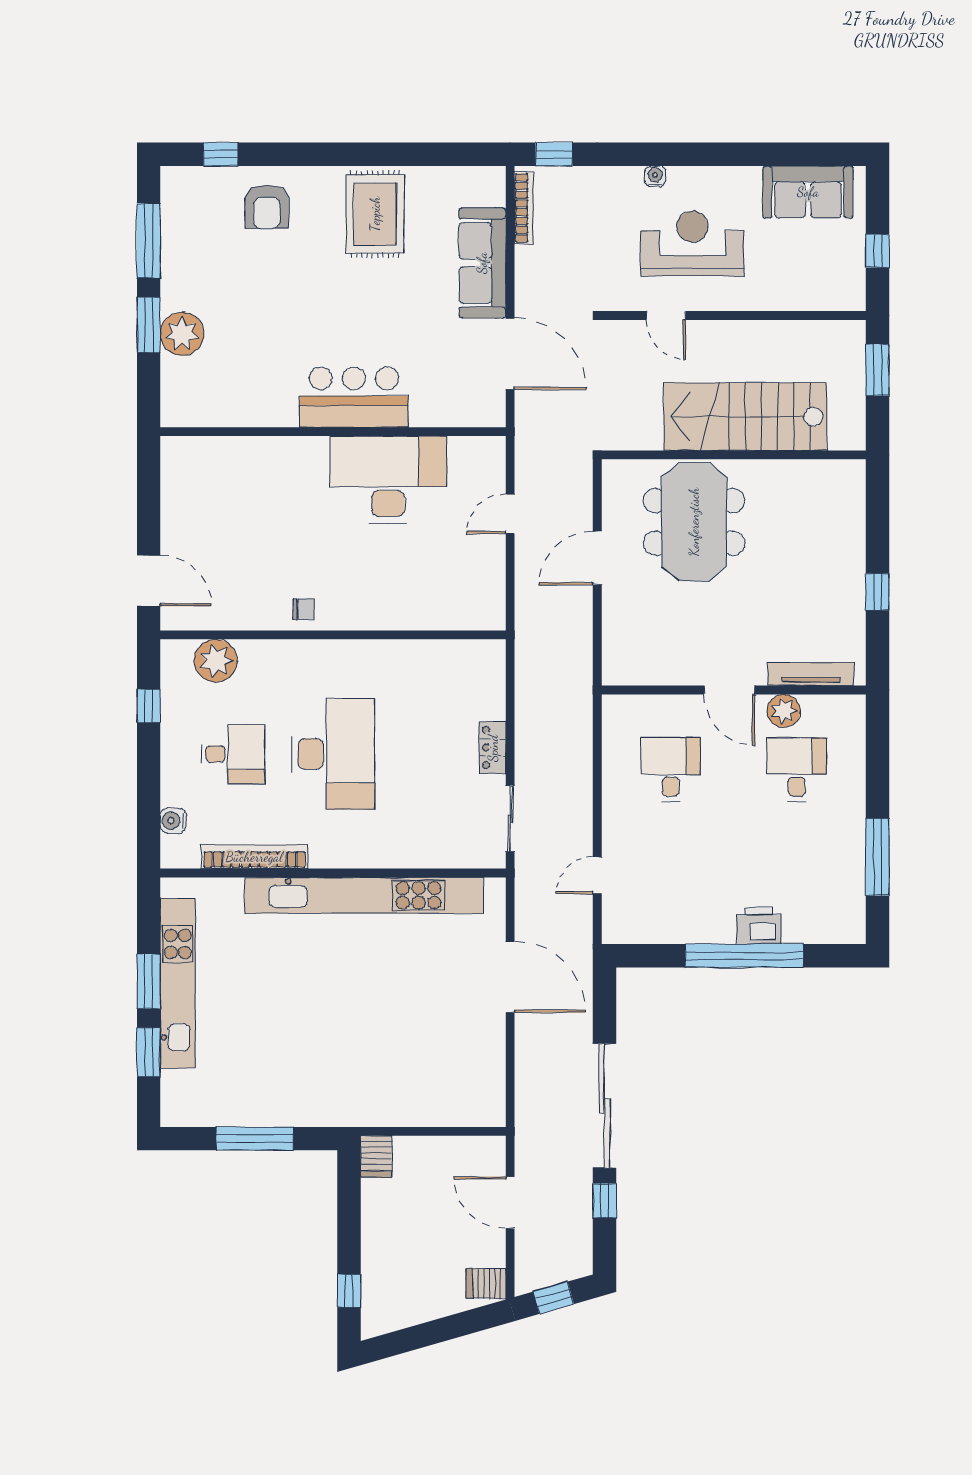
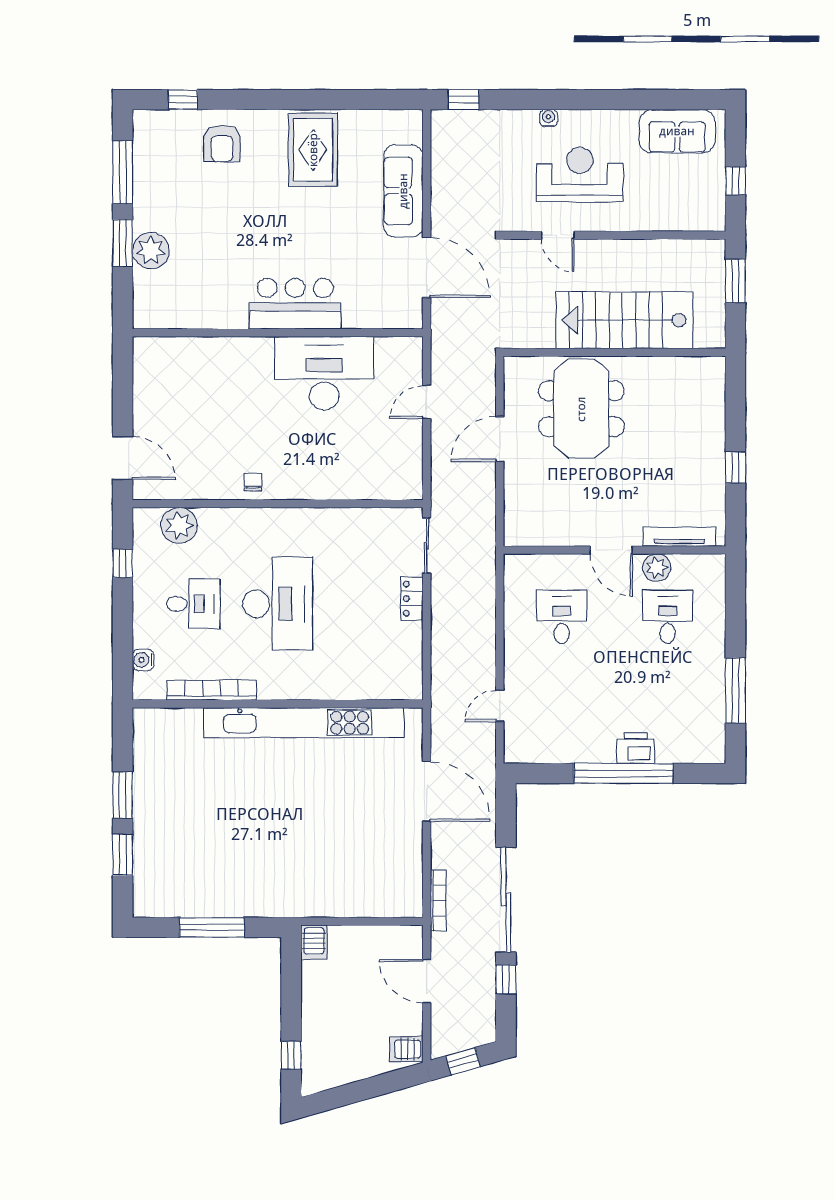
bookcase: (524, 208) -> (438, 900), moved
chair: (304, 609) -> (253, 482), turned -90
sliding door: (510, 819) -> (427, 546), moved
kitchen unit: (178, 983) -> (147, 796), removed

